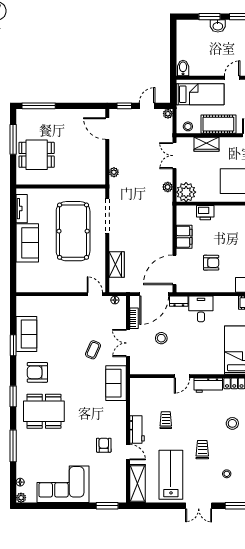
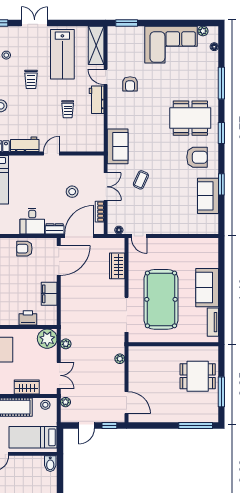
plant: (168, 114) -> (66, 402), moved
armchair: (211, 263) -> (24, 249), moved
plant: (21, 498) -> (203, 31), moved

